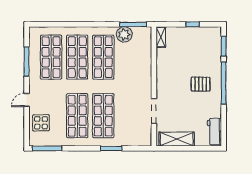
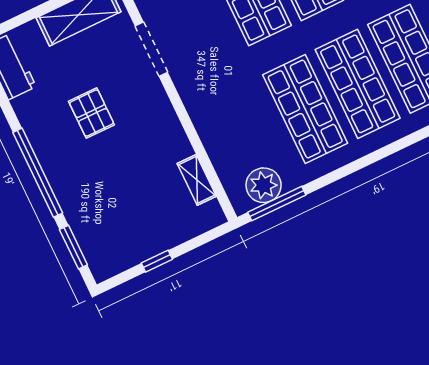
plant: (124, 34) -> (264, 185), moved
shelving: (161, 37) -> (197, 180), moved
pallet: (201, 84) -> (91, 113), moved, turned 90

